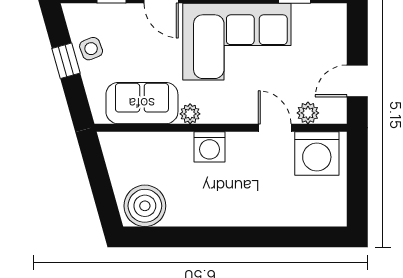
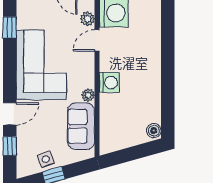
boiler: (145, 206) -> (154, 131), width x0.54, depth x0.54

